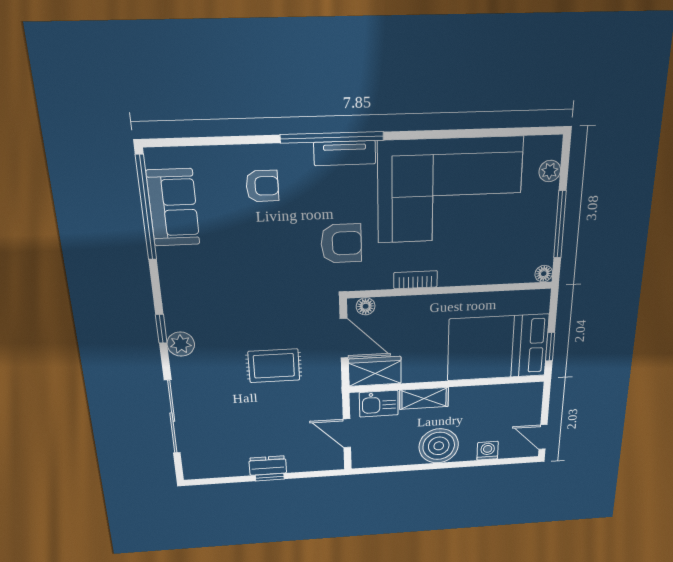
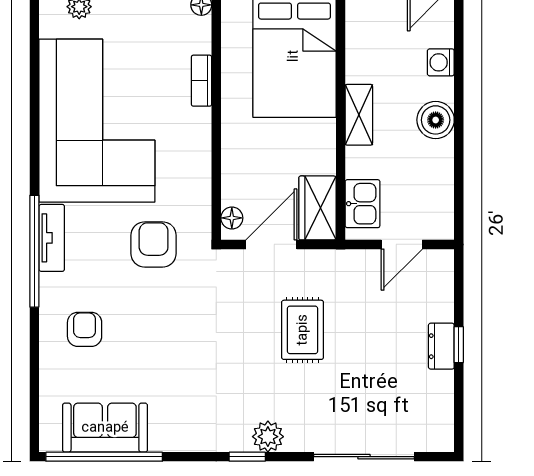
bookcase: (415, 280) -> (201, 81), moved
shelving: (424, 398) -> (359, 115), moved
boiler: (439, 446) -> (436, 120), width x0.73, depth x0.73

